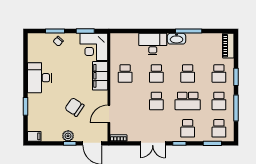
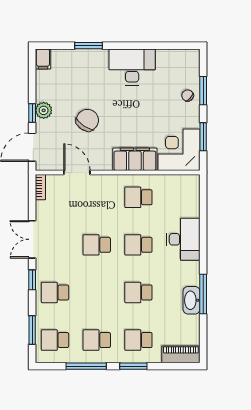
washbasin: (177, 39) -> (191, 300), moved
school desk: (188, 101) -> (97, 292), removed

